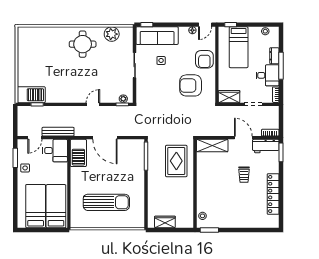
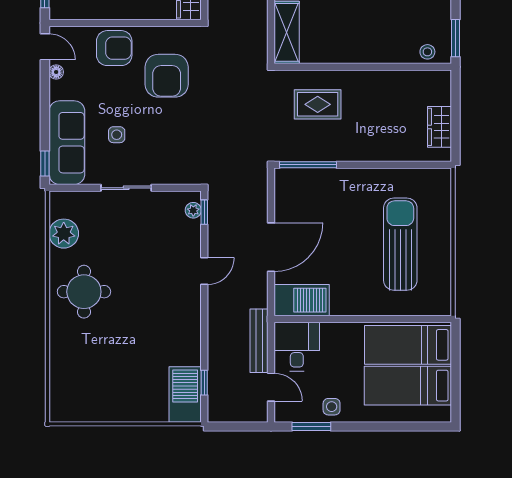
door: (93, 104) -> (204, 271), swing flipped
rug: (176, 161) -> (318, 104), width x0.73, depth x0.70

